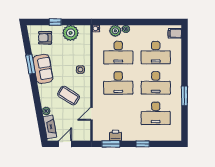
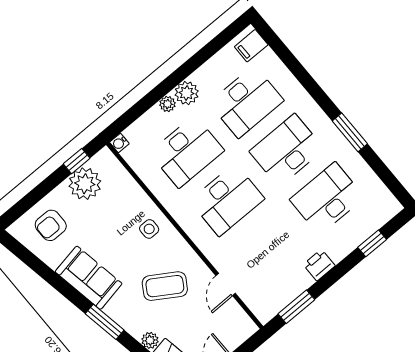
window: (55, 22) -> (77, 161), moved
plant: (115, 31) -> (187, 93), moved
window: (30, 64) -> (105, 322), moved
desk: (156, 83) -> (287, 150), turned 180
desk: (156, 113) -> (327, 198), turned 180
printer: (116, 135) -> (319, 265), moved
window: (143, 144) -> (372, 243), moved

